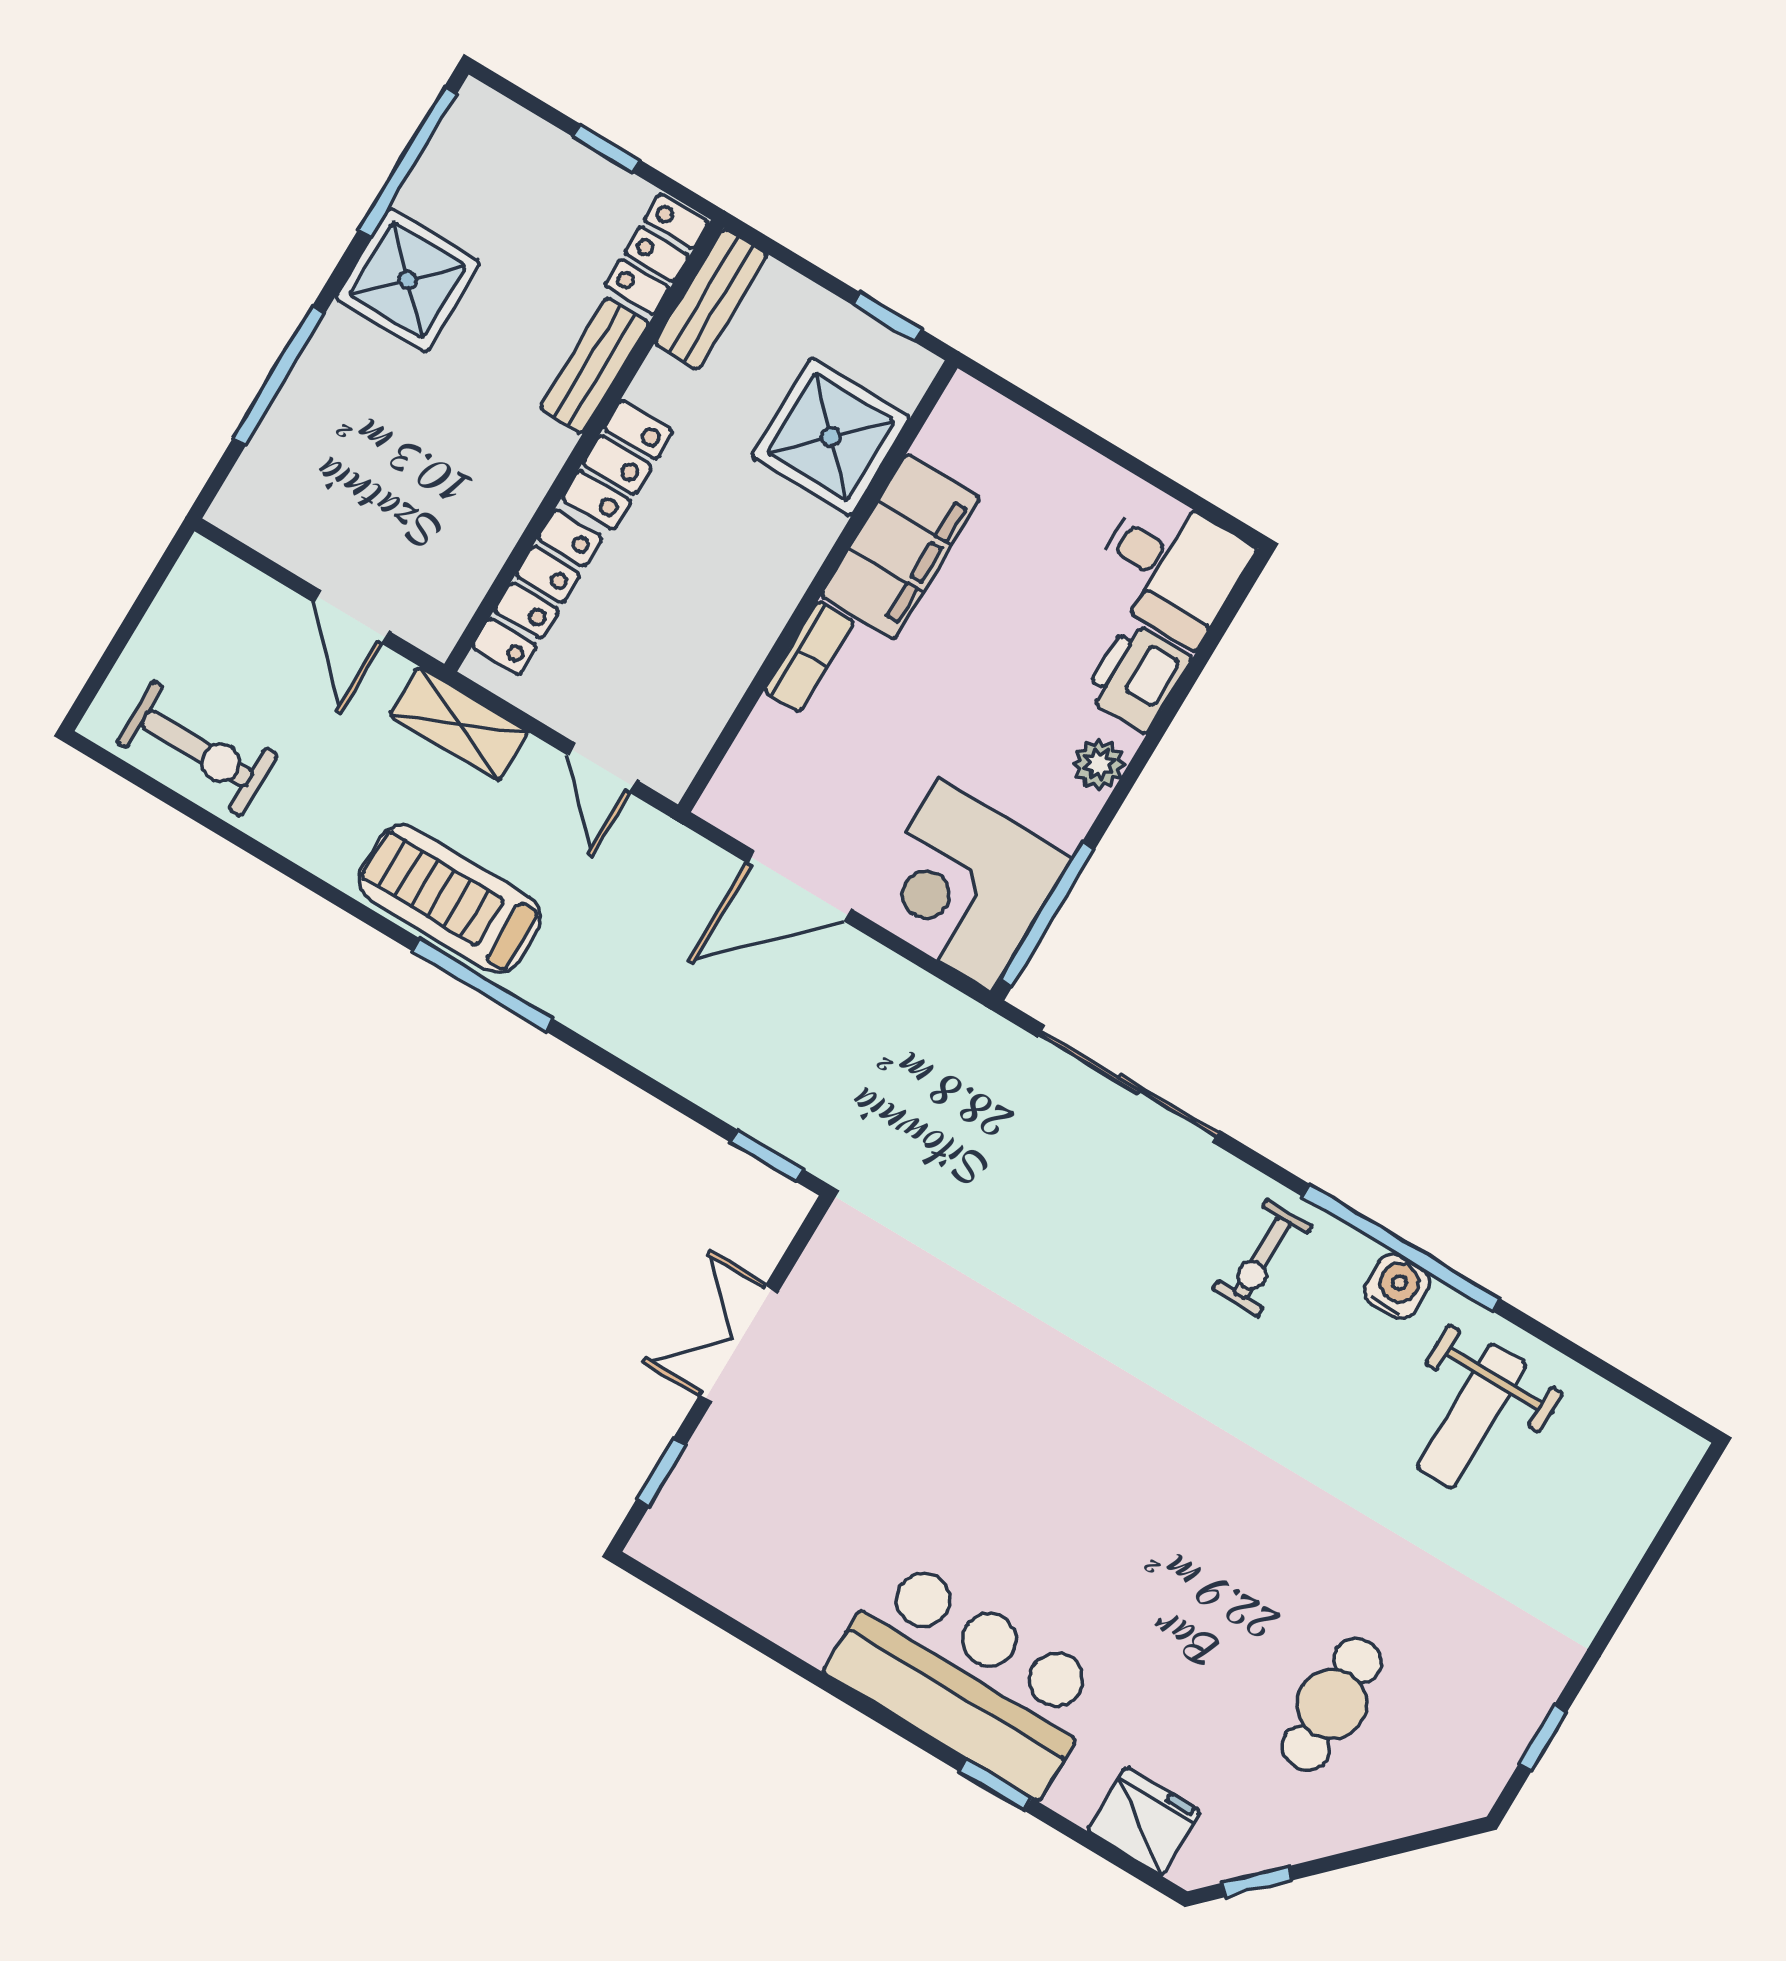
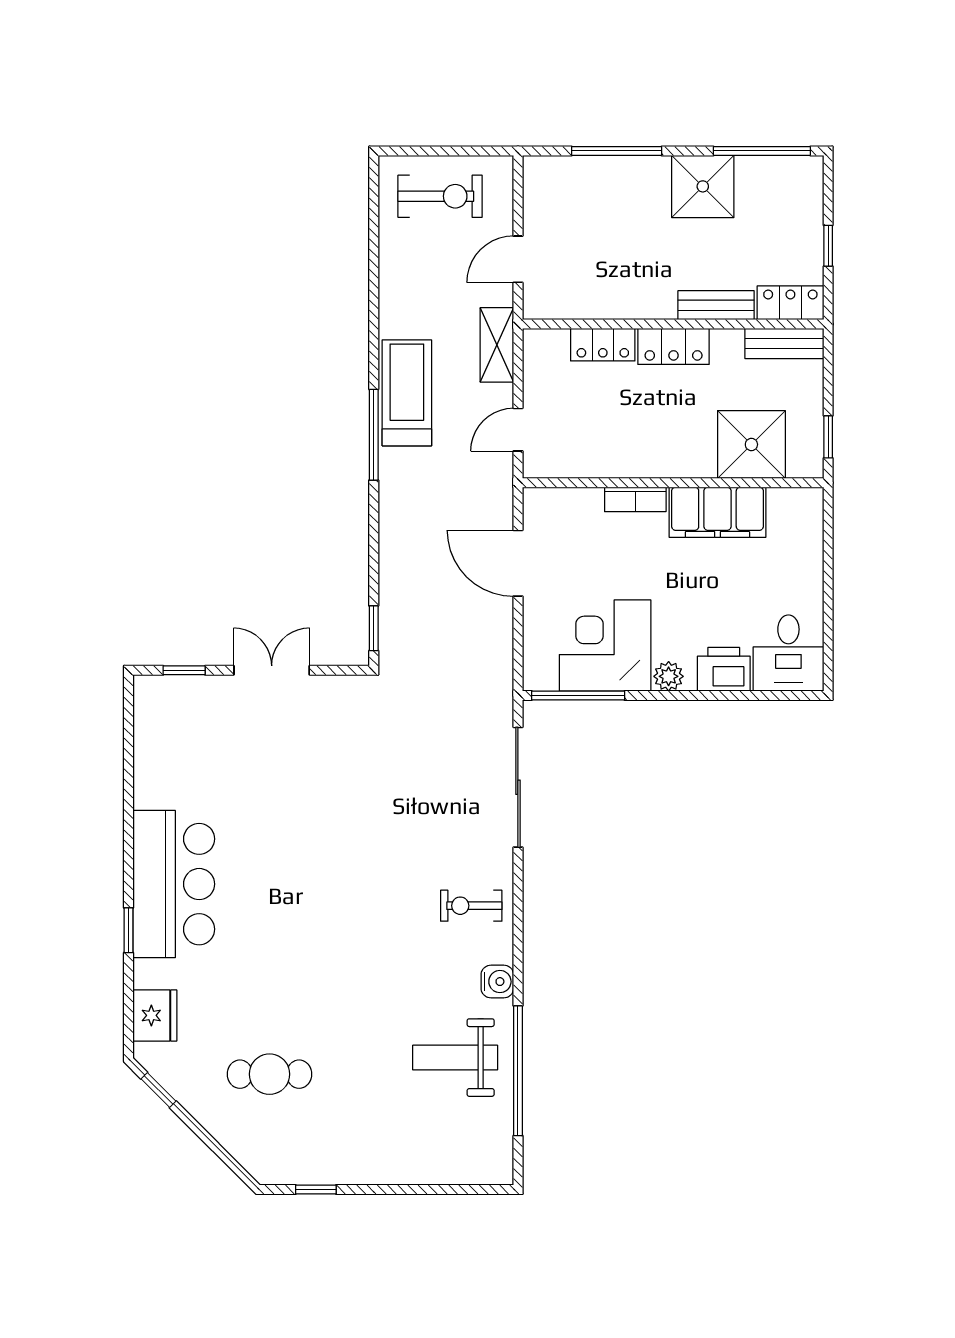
locker: (537, 592) -> (603, 345), width x0.66
exercise bike: (197, 749) -> (440, 196), moved, turned -90
corner desk: (965, 885) -> (605, 645), moved
window: (1401, 1248) -> (518, 1071), moved

